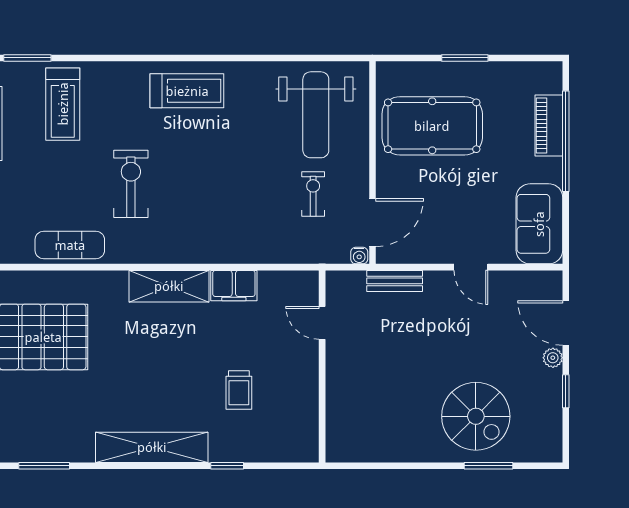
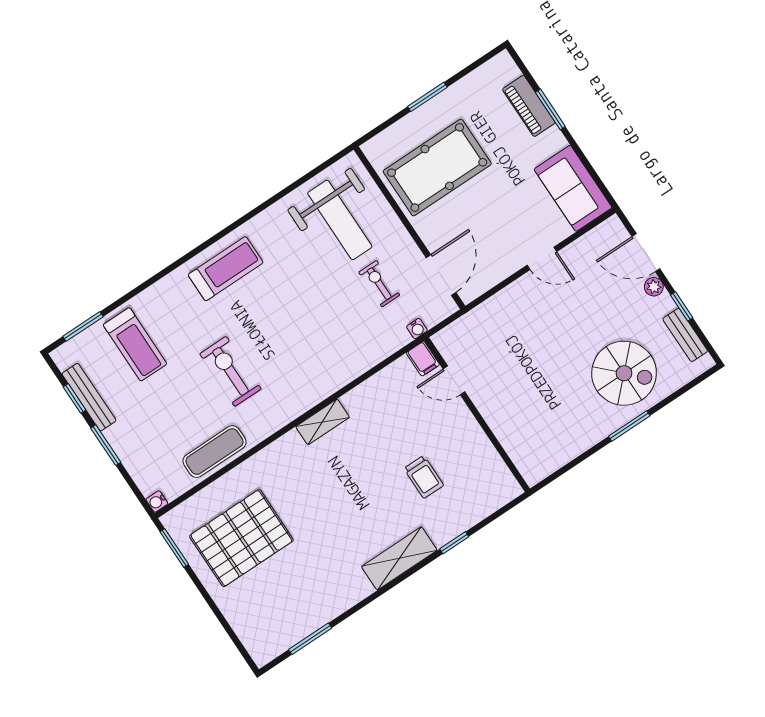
window: (566, 141) -> (550, 109), width x0.47
water cooler: (359, 256) -> (417, 329), moved
bench: (395, 281) -> (685, 335), moved, turned 90
shelving: (169, 286) -> (323, 422), width x0.67, depth x0.75
filing cabinet: (234, 286) -> (423, 359), moved, width x0.50
shelving: (152, 447) -> (399, 558), width x0.68
window: (488, 466) -> (629, 426), moved

